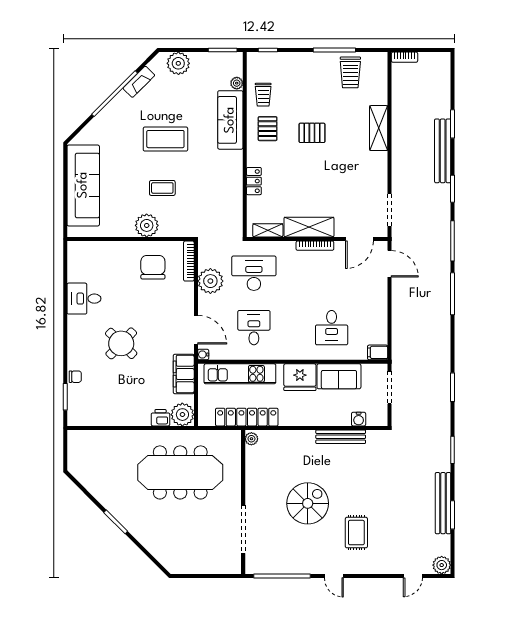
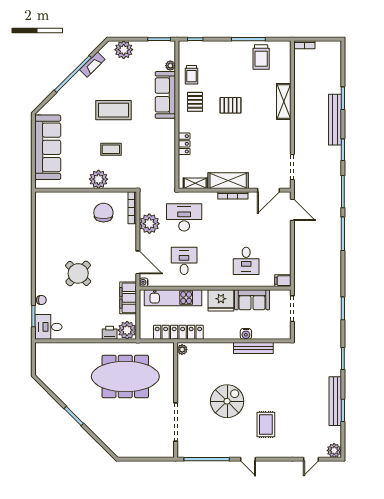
desk: (84, 299) -> (48, 327), moved
water cooler: (359, 419) -> (246, 334), moved

